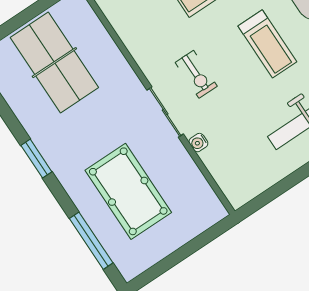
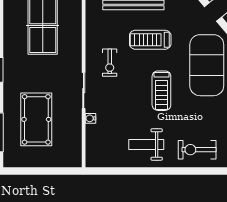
exercise bike: (196, 74) -> (110, 63), moved

